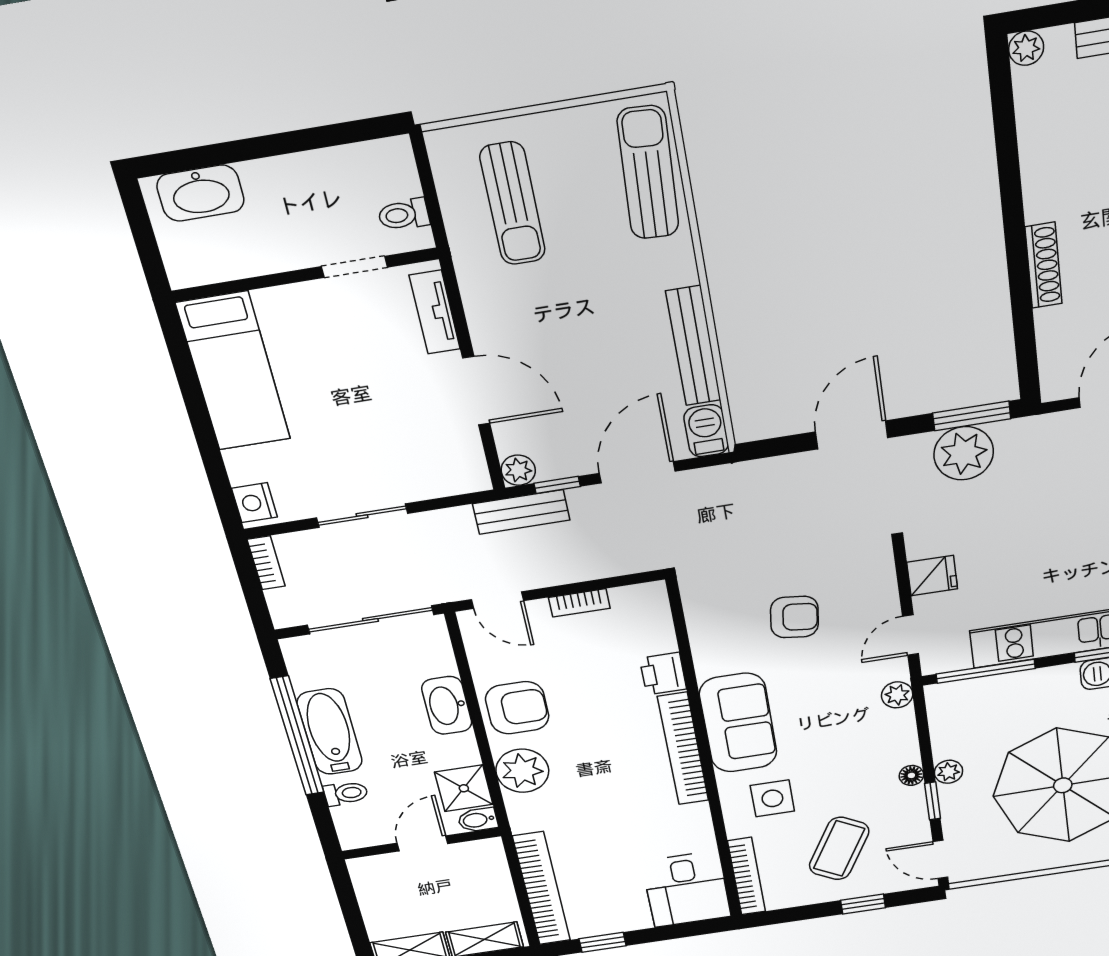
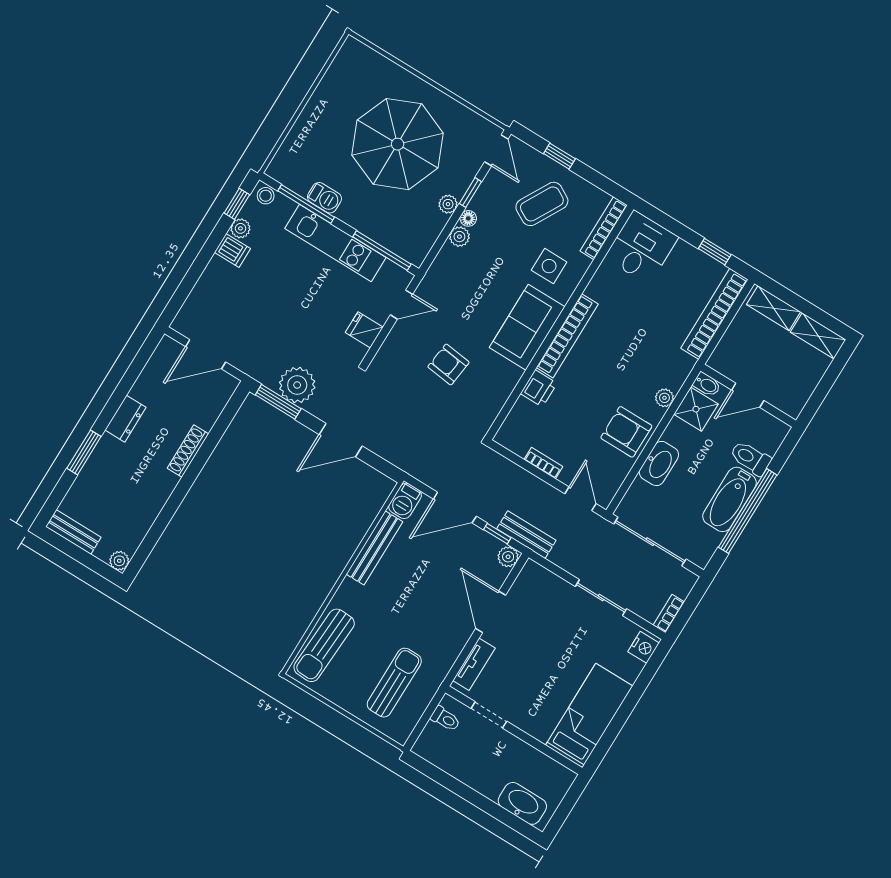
plant: (897, 695) -> (459, 237), moved
plant: (522, 771) -> (664, 398), width x0.53, depth x0.53
toilet: (346, 793) -> (750, 458), width x1.37, depth x1.39

